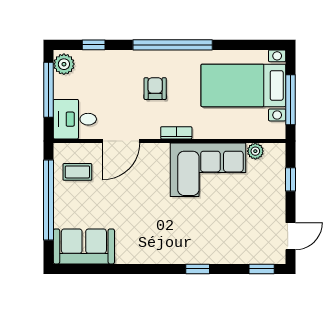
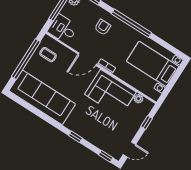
armchair: (155, 89) -> (103, 27), moved
window: (291, 100) -> (171, 85), removed
door: (121, 141) -> (87, 59), moved
sofa: (84, 246) -> (42, 97), width x1.85, depth x1.27

